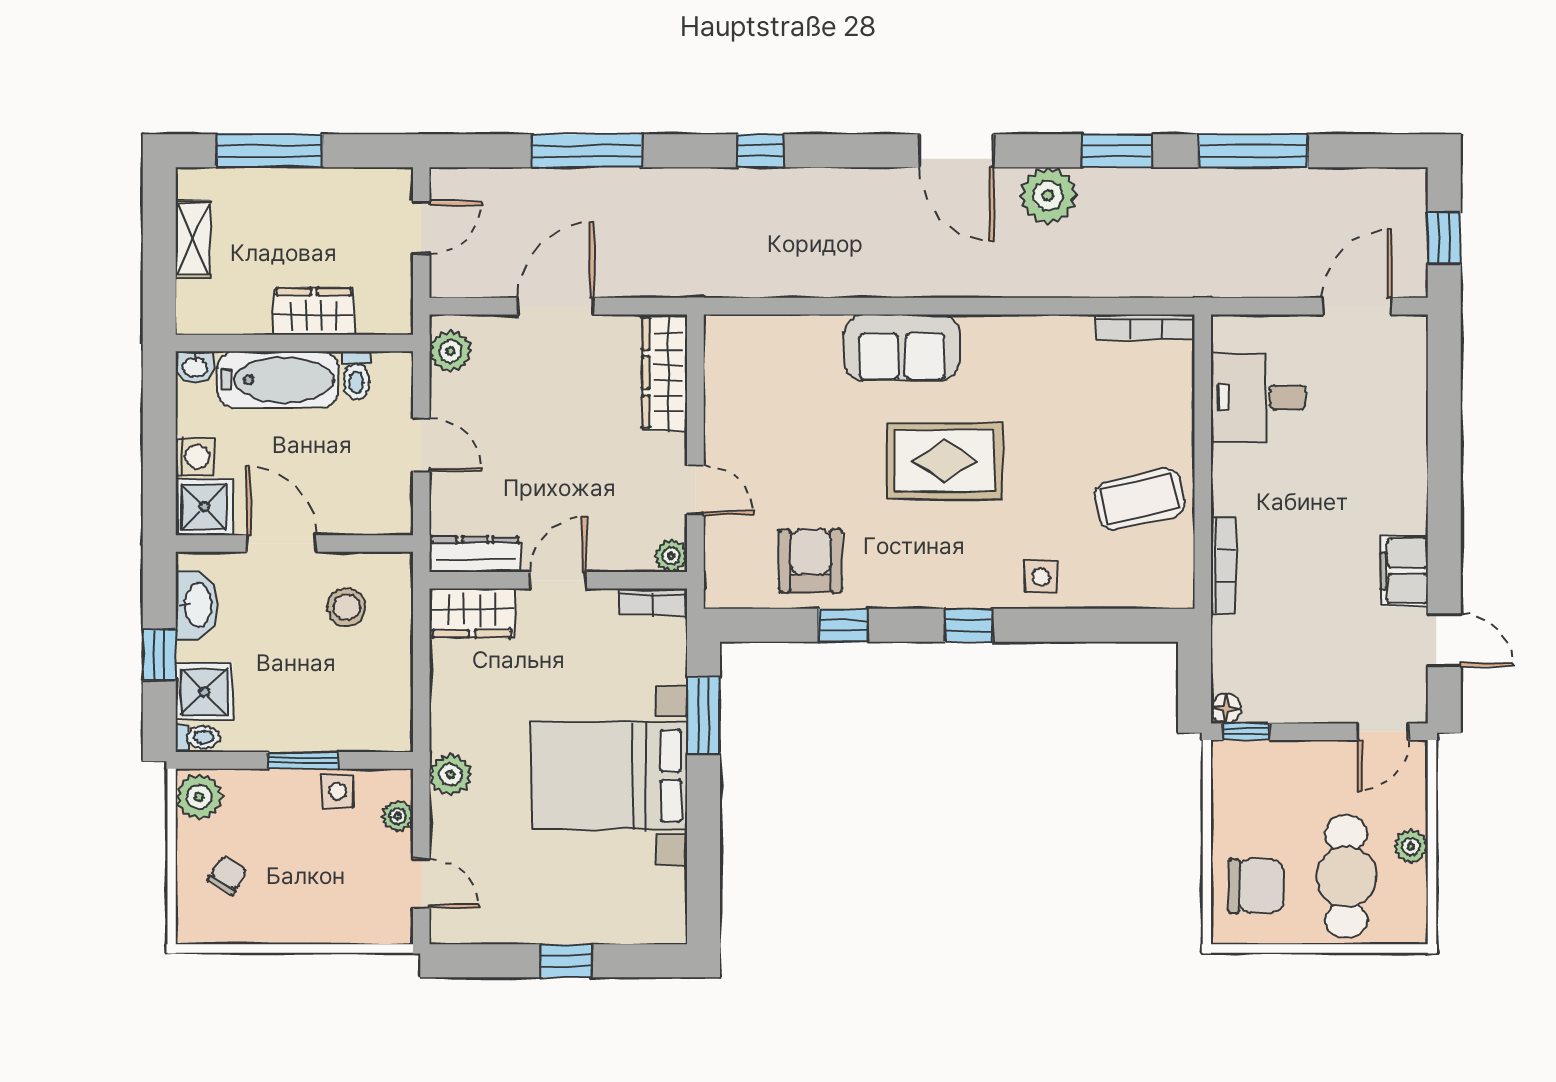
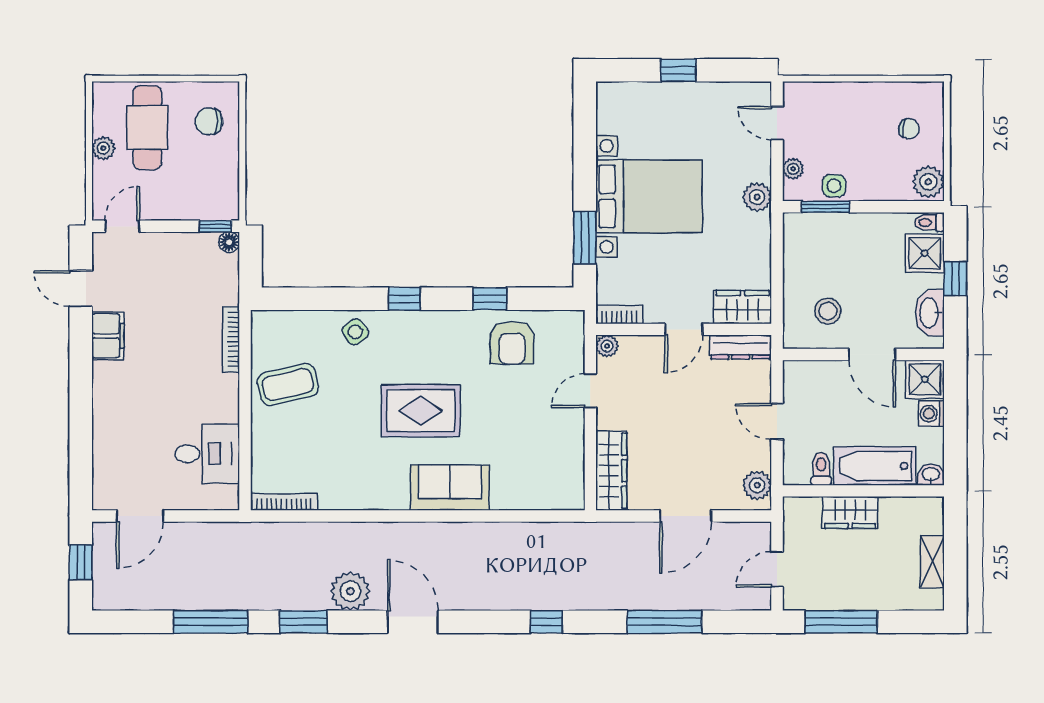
window: (270, 151) -> (841, 622), moved
door: (695, 490) -> (590, 391), hinge flipped
side table: (1041, 577) -> (355, 332), turned -37
window: (303, 760) -> (825, 207), moved
chair: (228, 875) -> (909, 129), turned -111
chair: (1256, 886) -> (209, 121), width x0.73, depth x0.73

